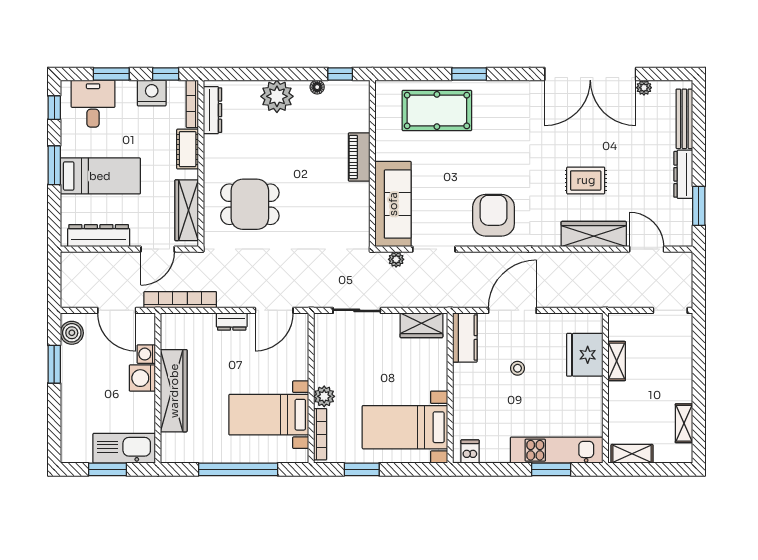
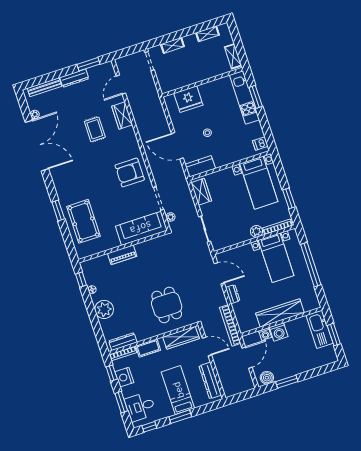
wardrobe: (594, 234) -> (122, 116), width x0.67
shelving: (617, 361) -> (172, 45), moved

